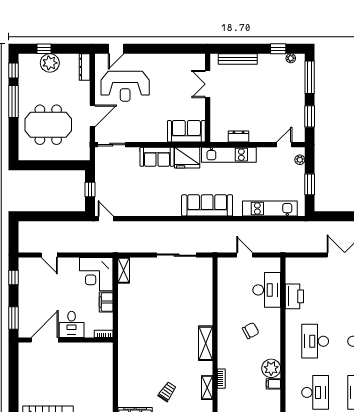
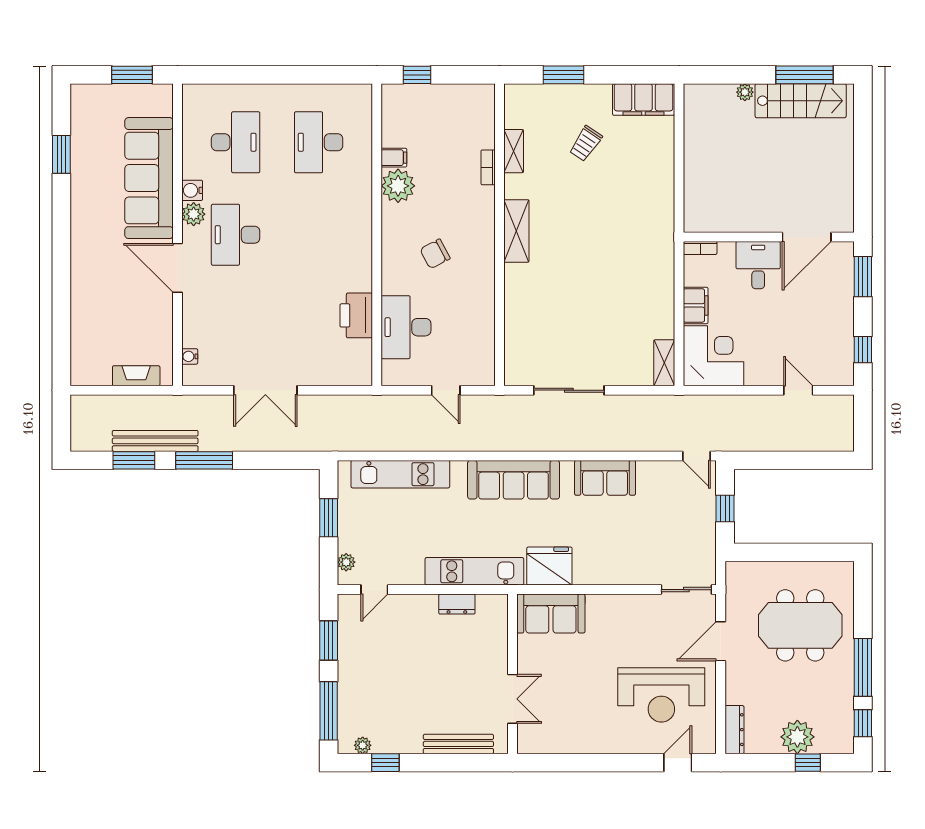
reception desk: (125, 86) -> (661, 695), turned 180
sofa: (157, 157) -> (605, 478), moved, turned 180
desk: (315, 341) -> (319, 235), removed

